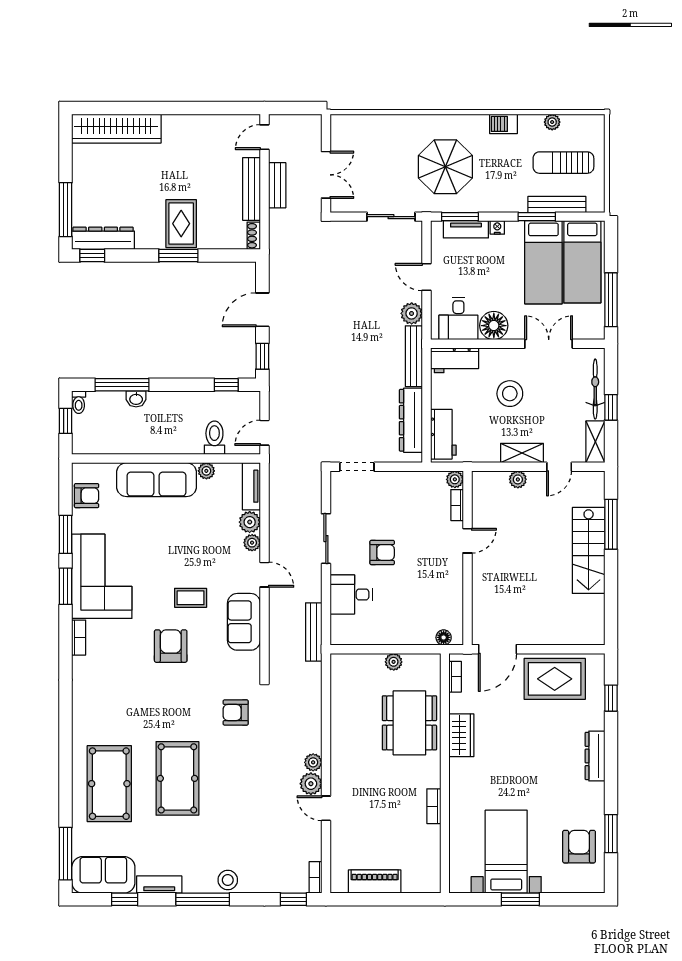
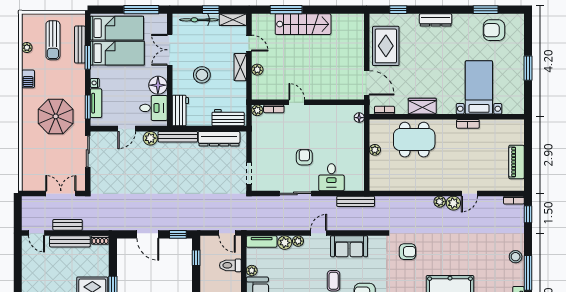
armchair: (236, 712) -> (408, 252), turned -90
bed with nightstands: (506, 852) -> (479, 87), moved, turned 90

